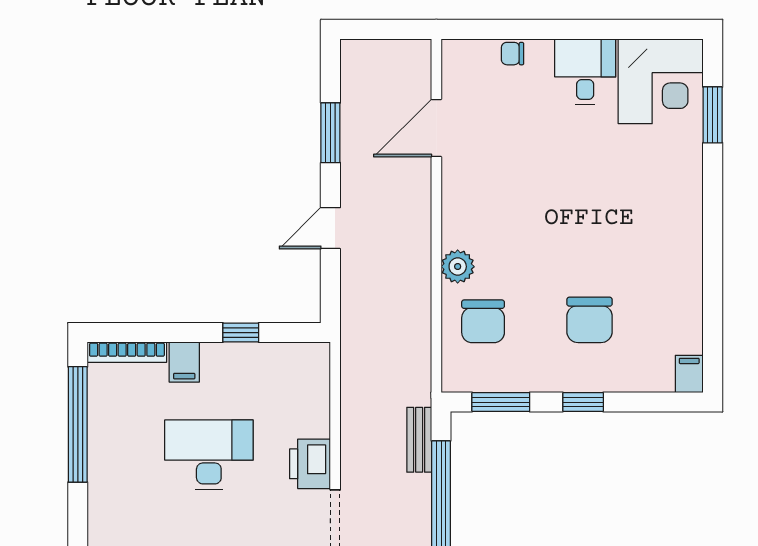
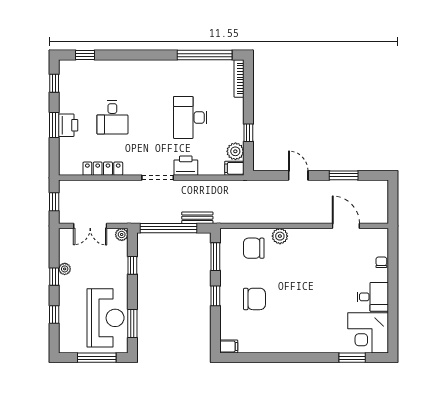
chair: (590, 320) -> (254, 299), turned 180
plant: (280, 360) -> (235, 151), added
filing cabinet: (184, 362) -> (234, 168), moved
desk: (209, 455) -> (190, 117), turned 180

